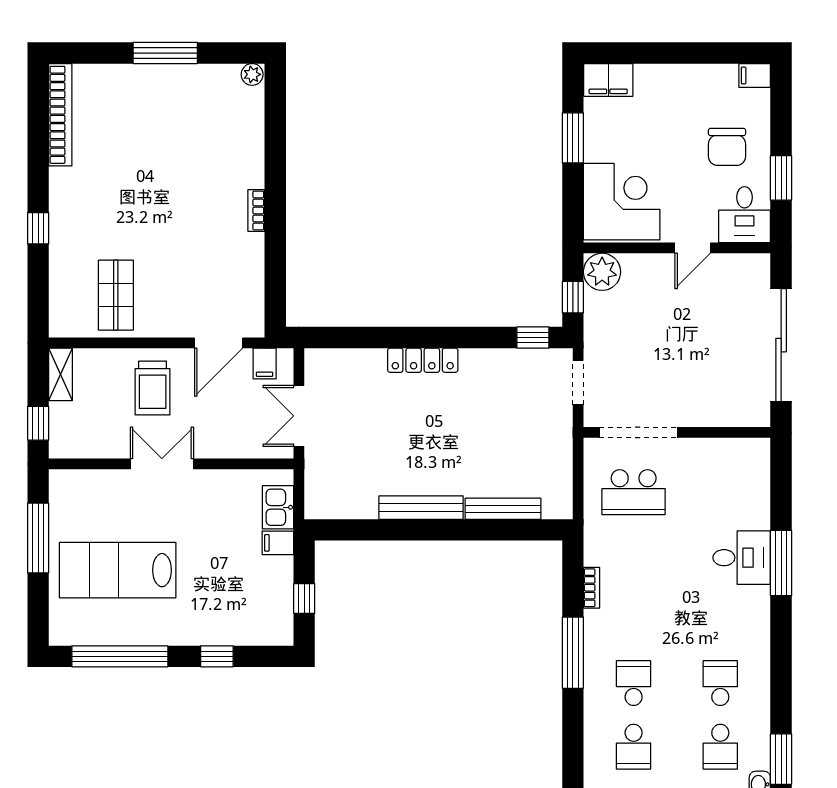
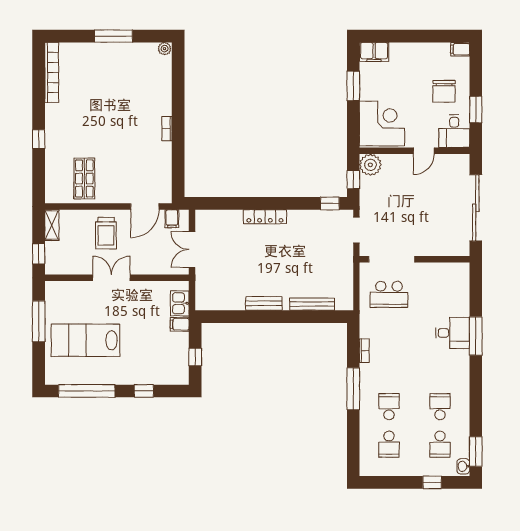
bench: (421, 508) -> (264, 303), width x0.73

